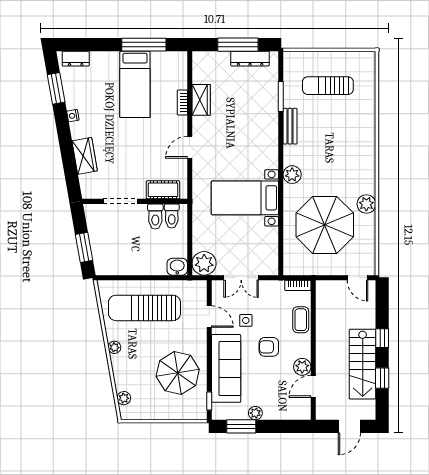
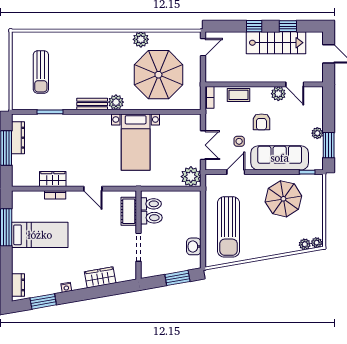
bench: (290, 126) -> (92, 104), moved
washbasin: (177, 267) -> (194, 246), moved
plant: (114, 347) -> (317, 243), moved

